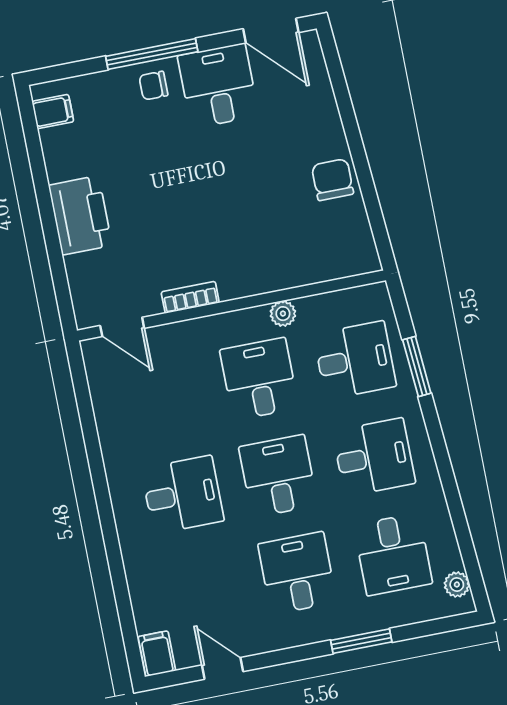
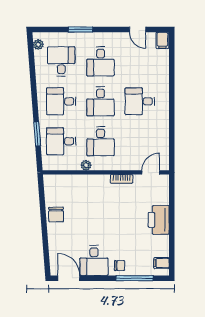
window: (152, 54) -> (135, 278), moved
door: (122, 327) -> (151, 172), hinge flipped

